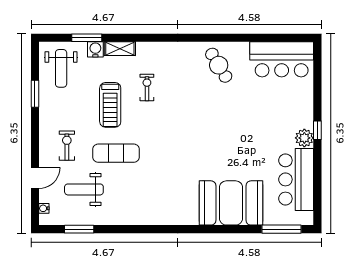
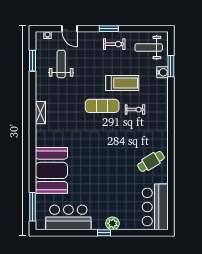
shelving: (120, 49) -> (40, 113), moved
window: (35, 94) -> (109, 29), moved
treadmill: (110, 105) -> (122, 83), turned 180
plant: (304, 138) -> (113, 223), moved
exercise bike: (67, 146) -> (114, 44), moved
exercise mat: (116, 153) -> (102, 106), moved, turned 90

